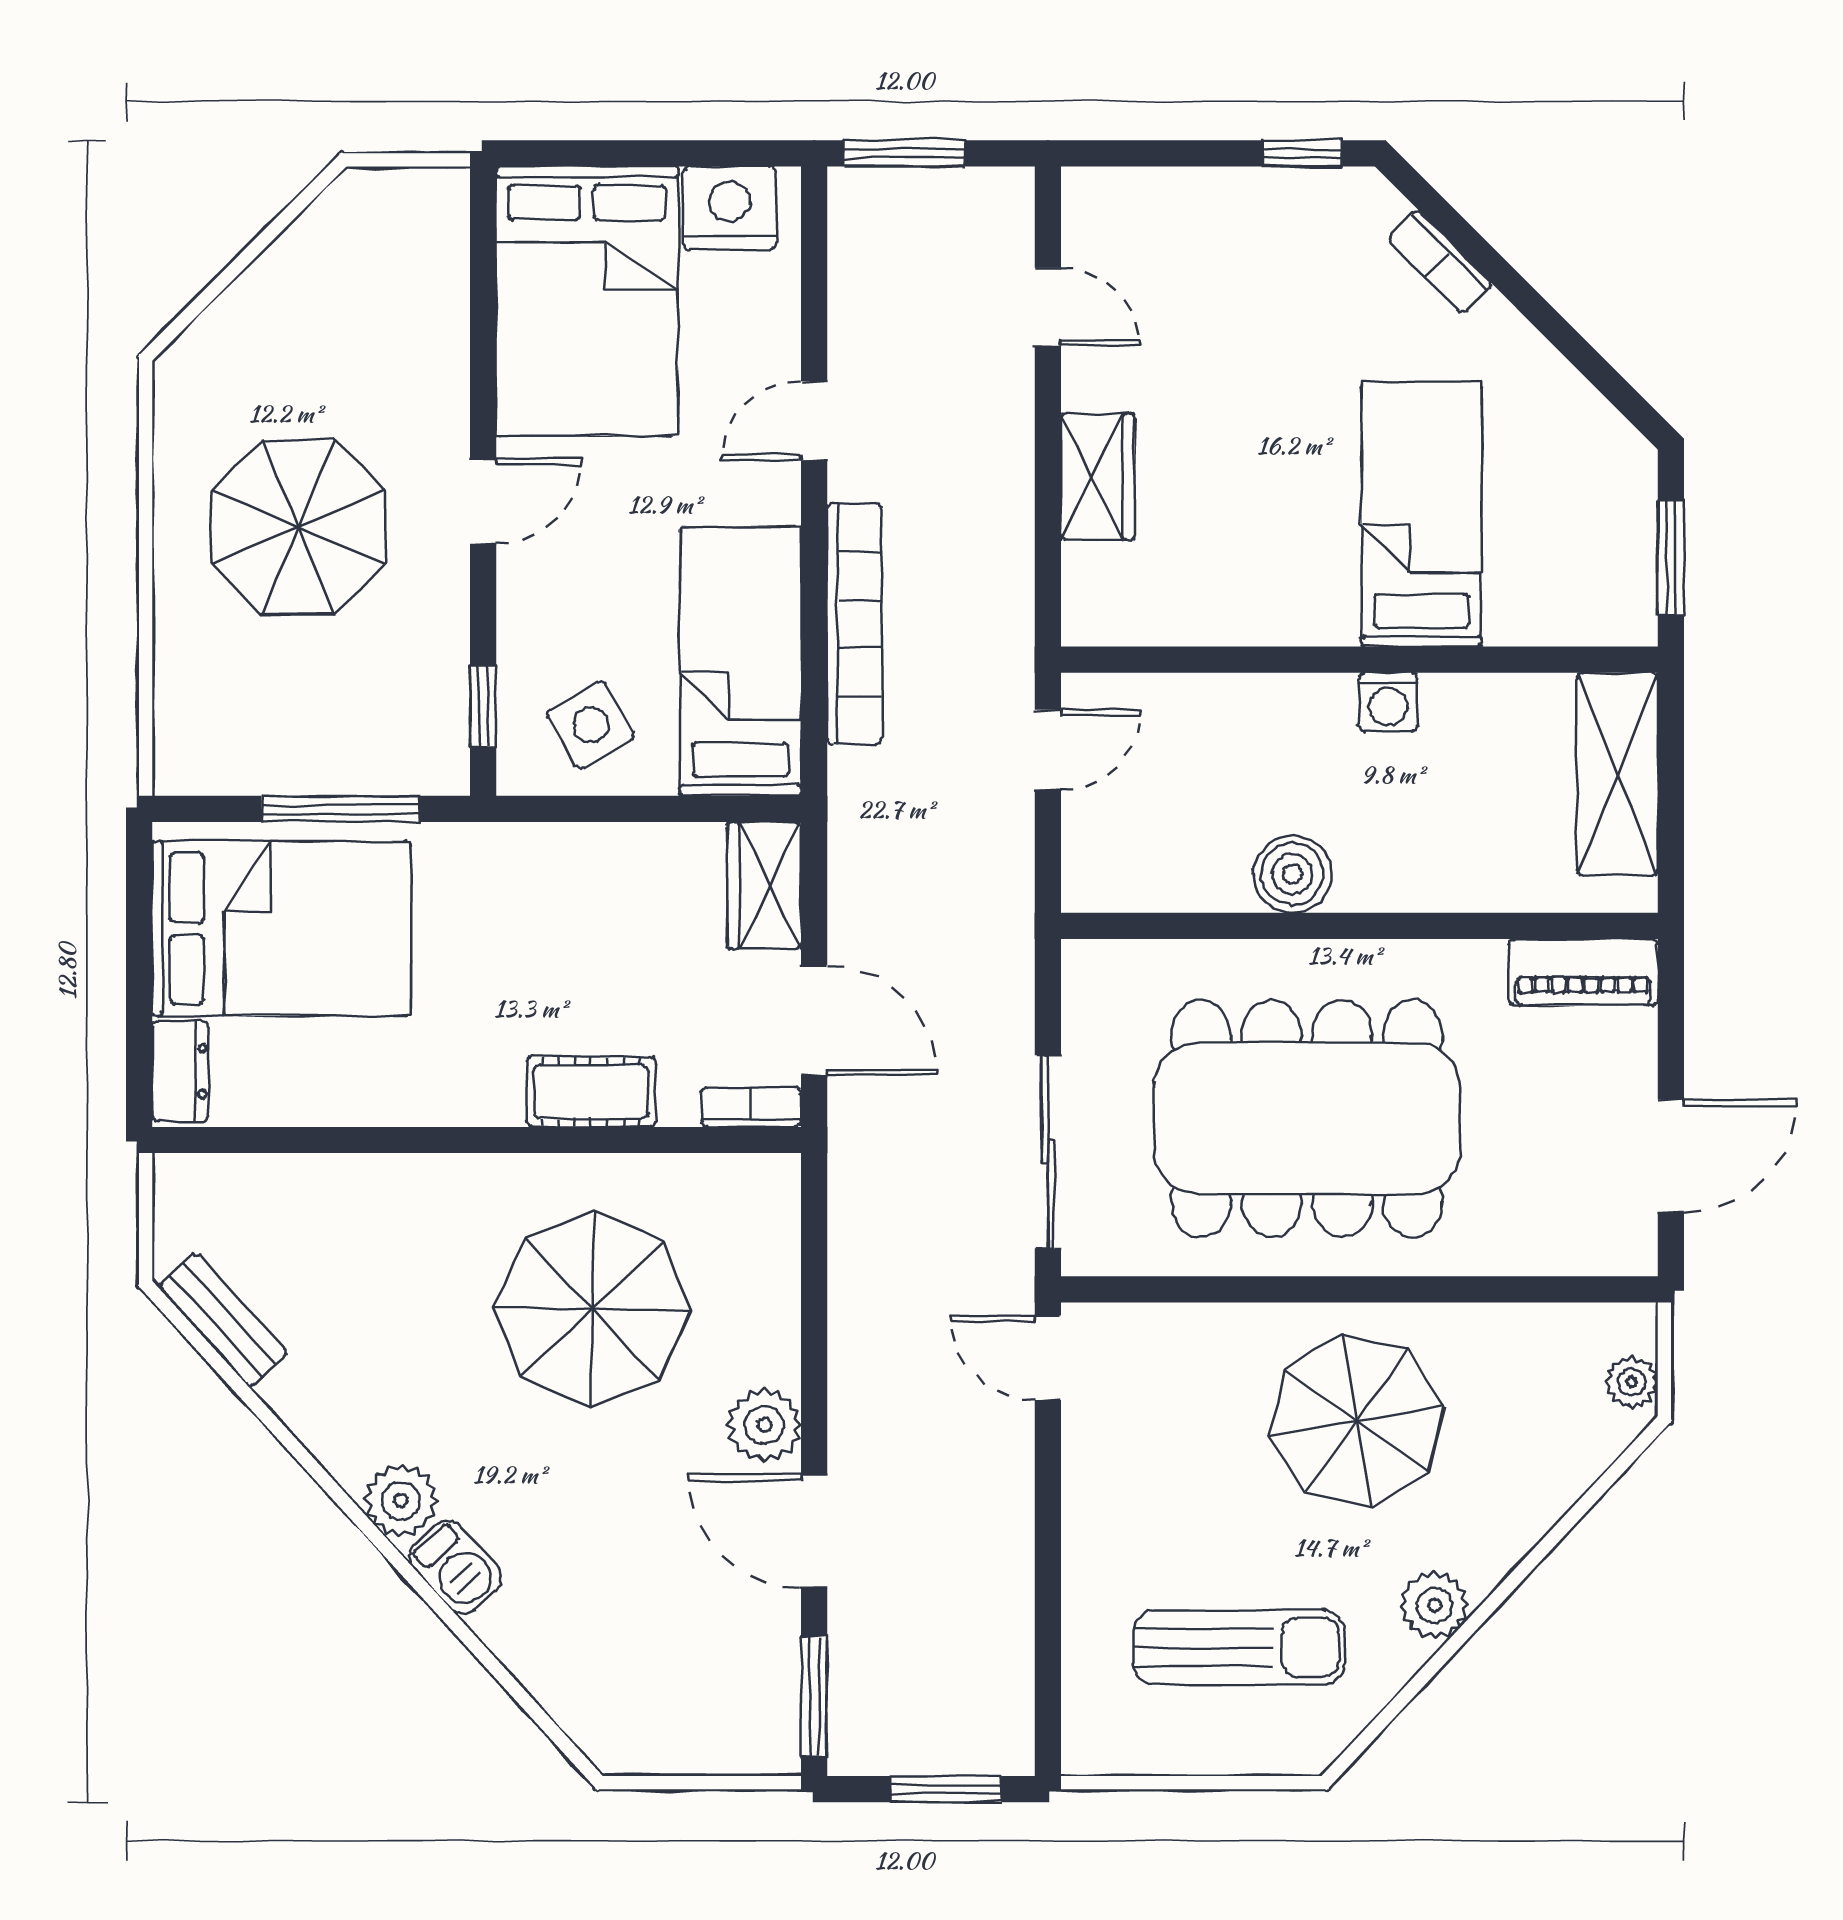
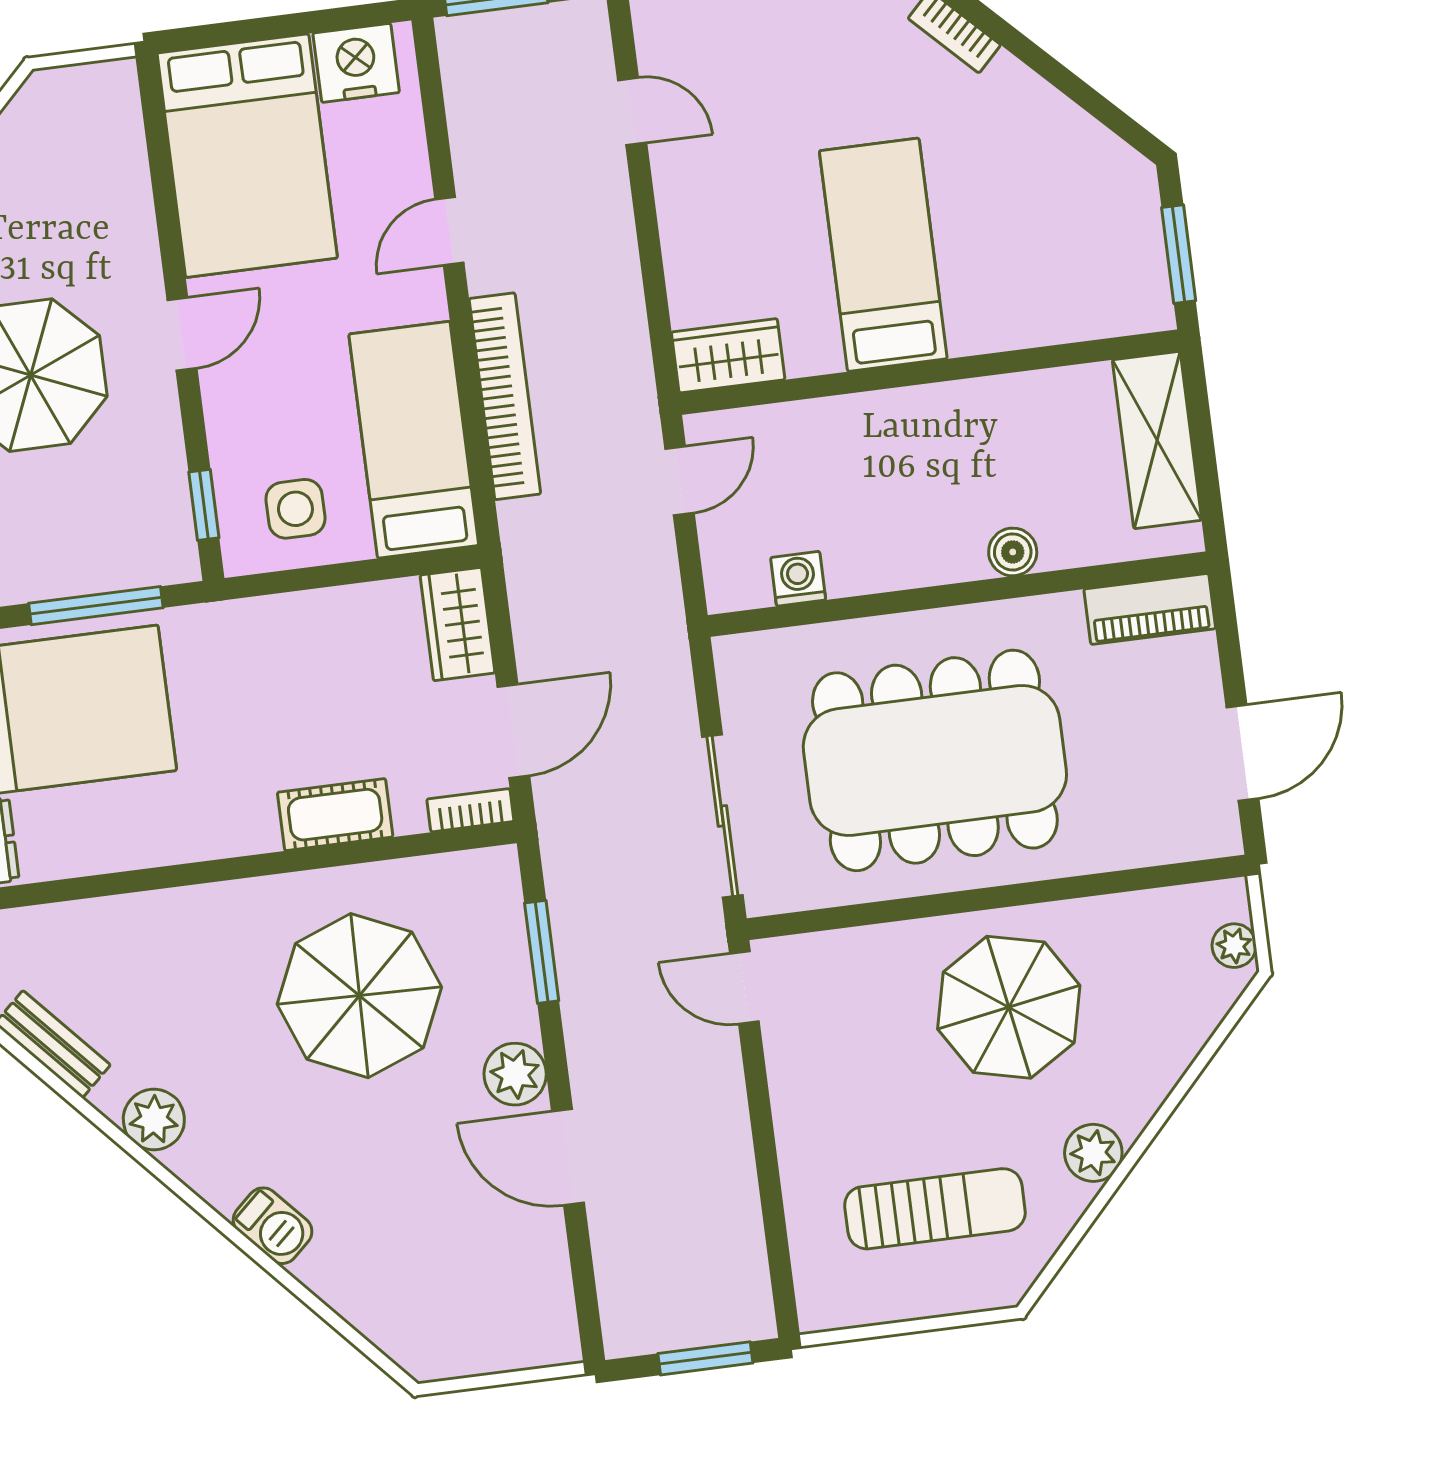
wardrobe: (1098, 476) -> (728, 356), moved, turned -90
bed: (1421, 514) -> (883, 255), moved
washing machine: (1388, 702) -> (798, 579), moved, turned 180
side table: (591, 725) -> (295, 509), turned 30
boiler: (1292, 874) -> (1013, 552), moved, width x0.73, depth x0.73
door: (814, 1020) -> (513, 731), hinge flipped
plant: (401, 1501) -> (154, 1120), moved
window: (814, 1696) -> (542, 952), moved

